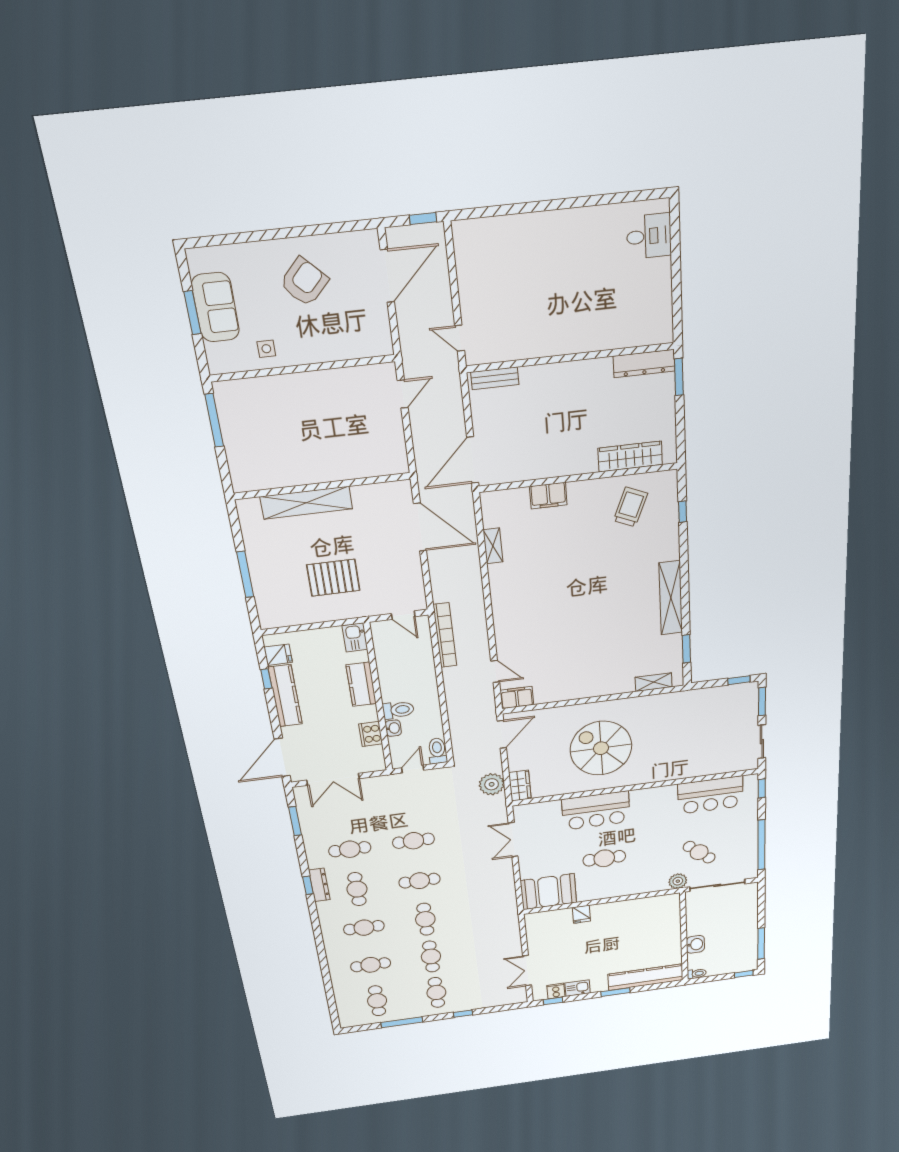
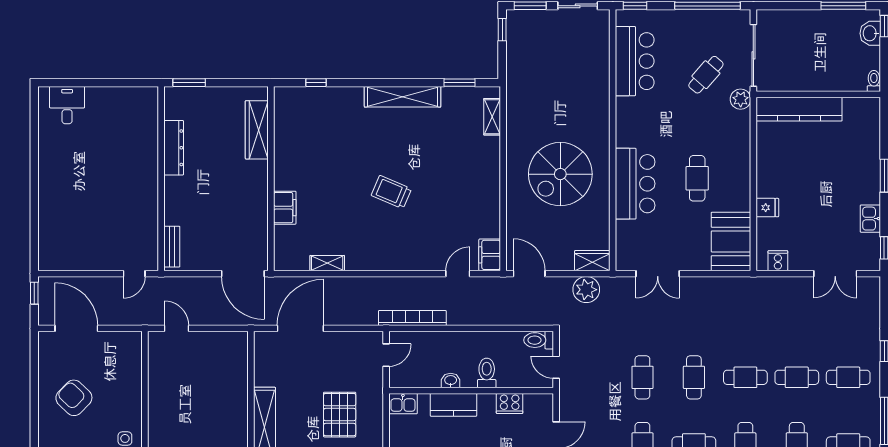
dresser: (644, 364) -> (174, 148), moved
trolley: (630, 507) -> (391, 192), moved
washbasin: (393, 728) -> (451, 380), moved
washbasin: (695, 944) -> (870, 33), moved, turned -90
kitchen counter: (646, 977) -> (799, 109), moved, turned -90
cooker: (556, 991) -> (778, 261), moved, turned 90

